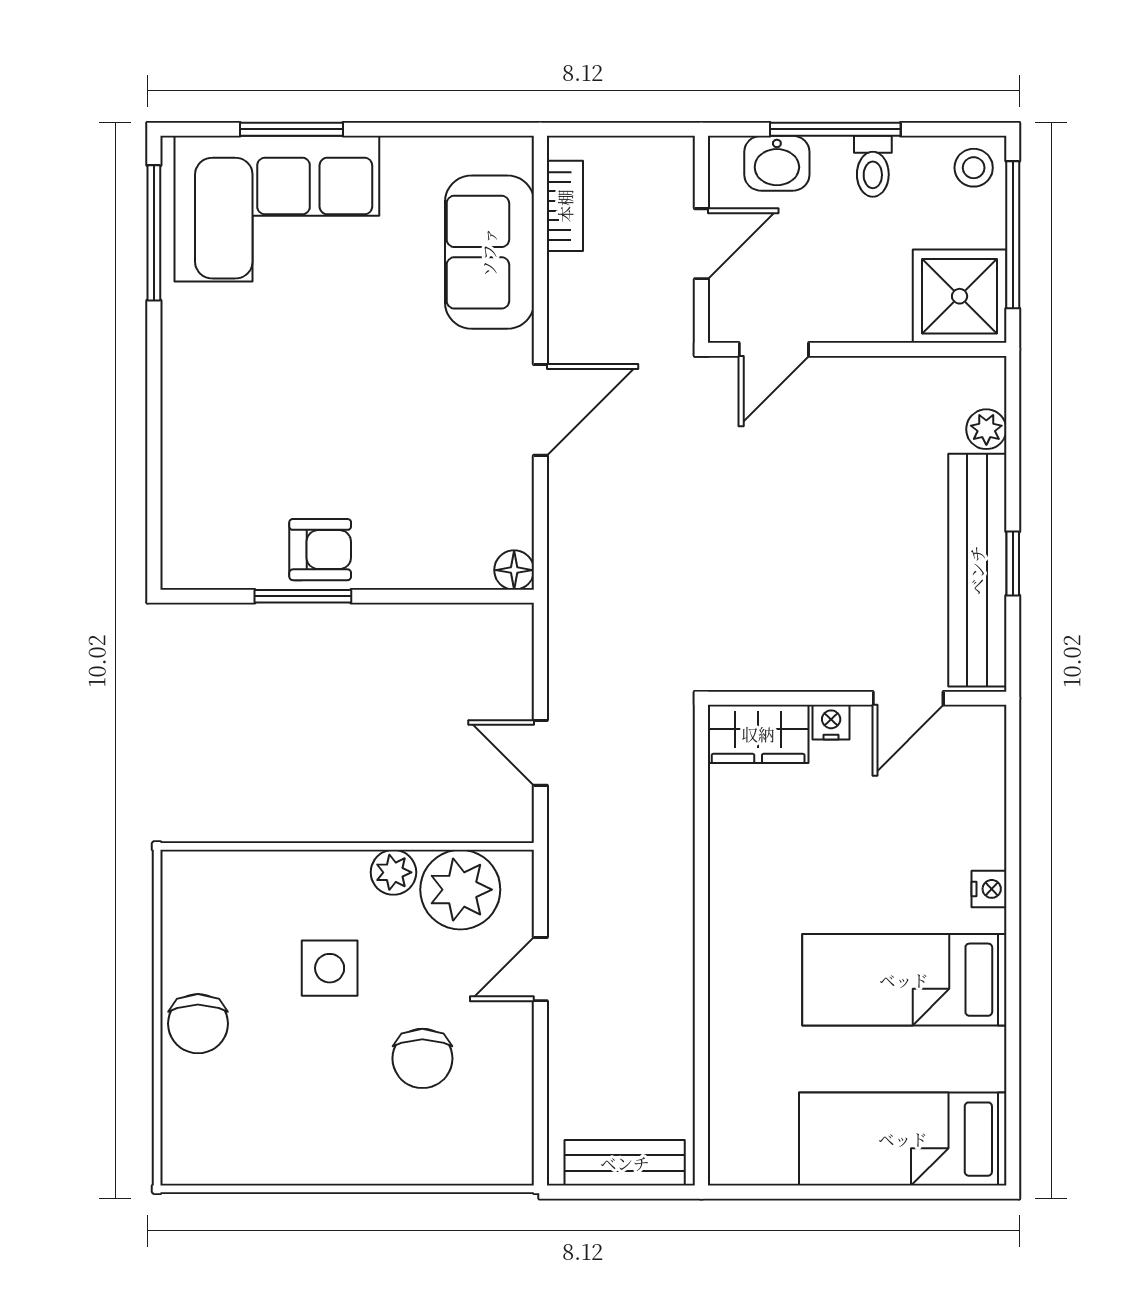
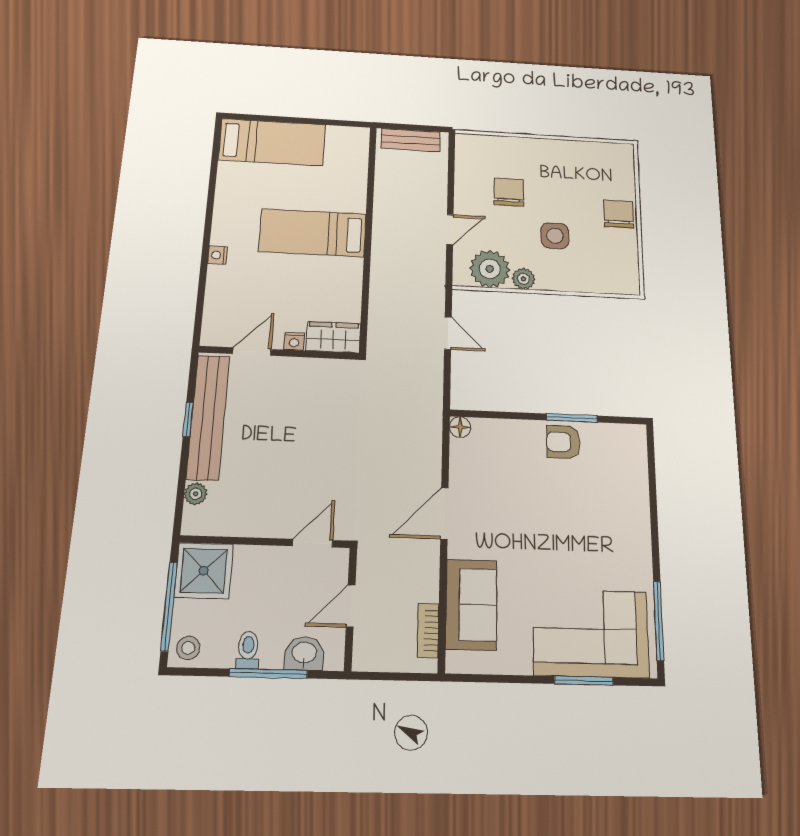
bed: (904, 980) -> (313, 233), moved, turned 180

